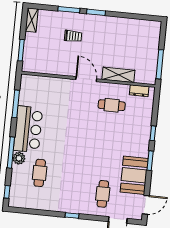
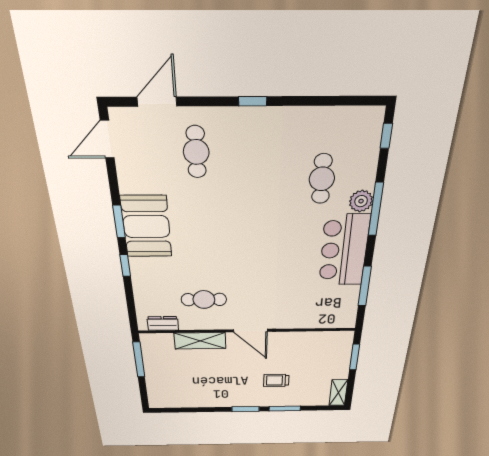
booth: (134, 175) -> (146, 227), moved

